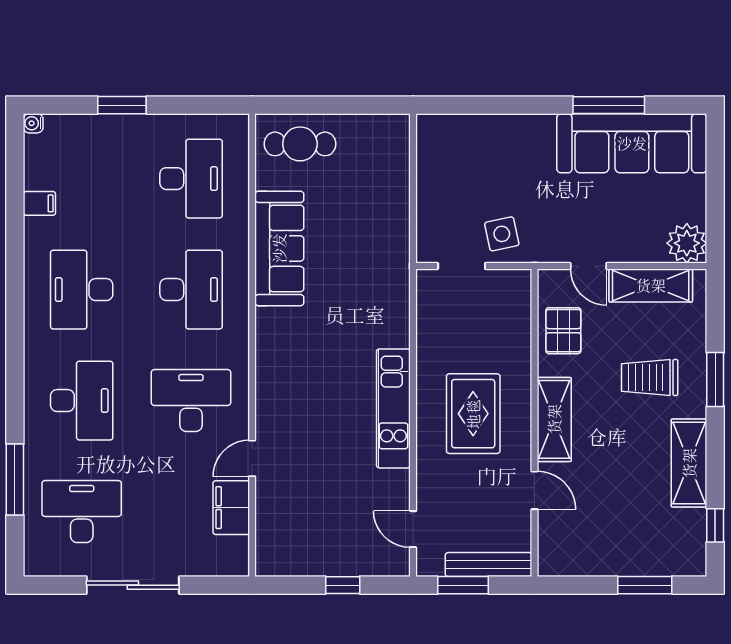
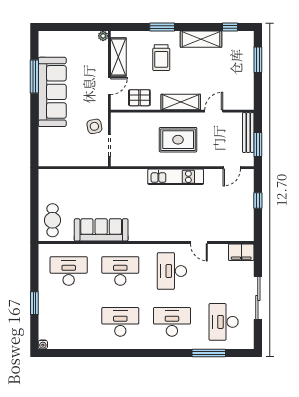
sofa: (632, 143) -> (52, 92), moved
filing cabinet: (39, 203) -> (80, 342), removed
plant: (687, 243) -> (103, 36), width x0.53, depth x0.53
desk: (82, 290) -> (120, 322), turned 180
filing cabinet: (231, 508) -> (241, 252), moved

